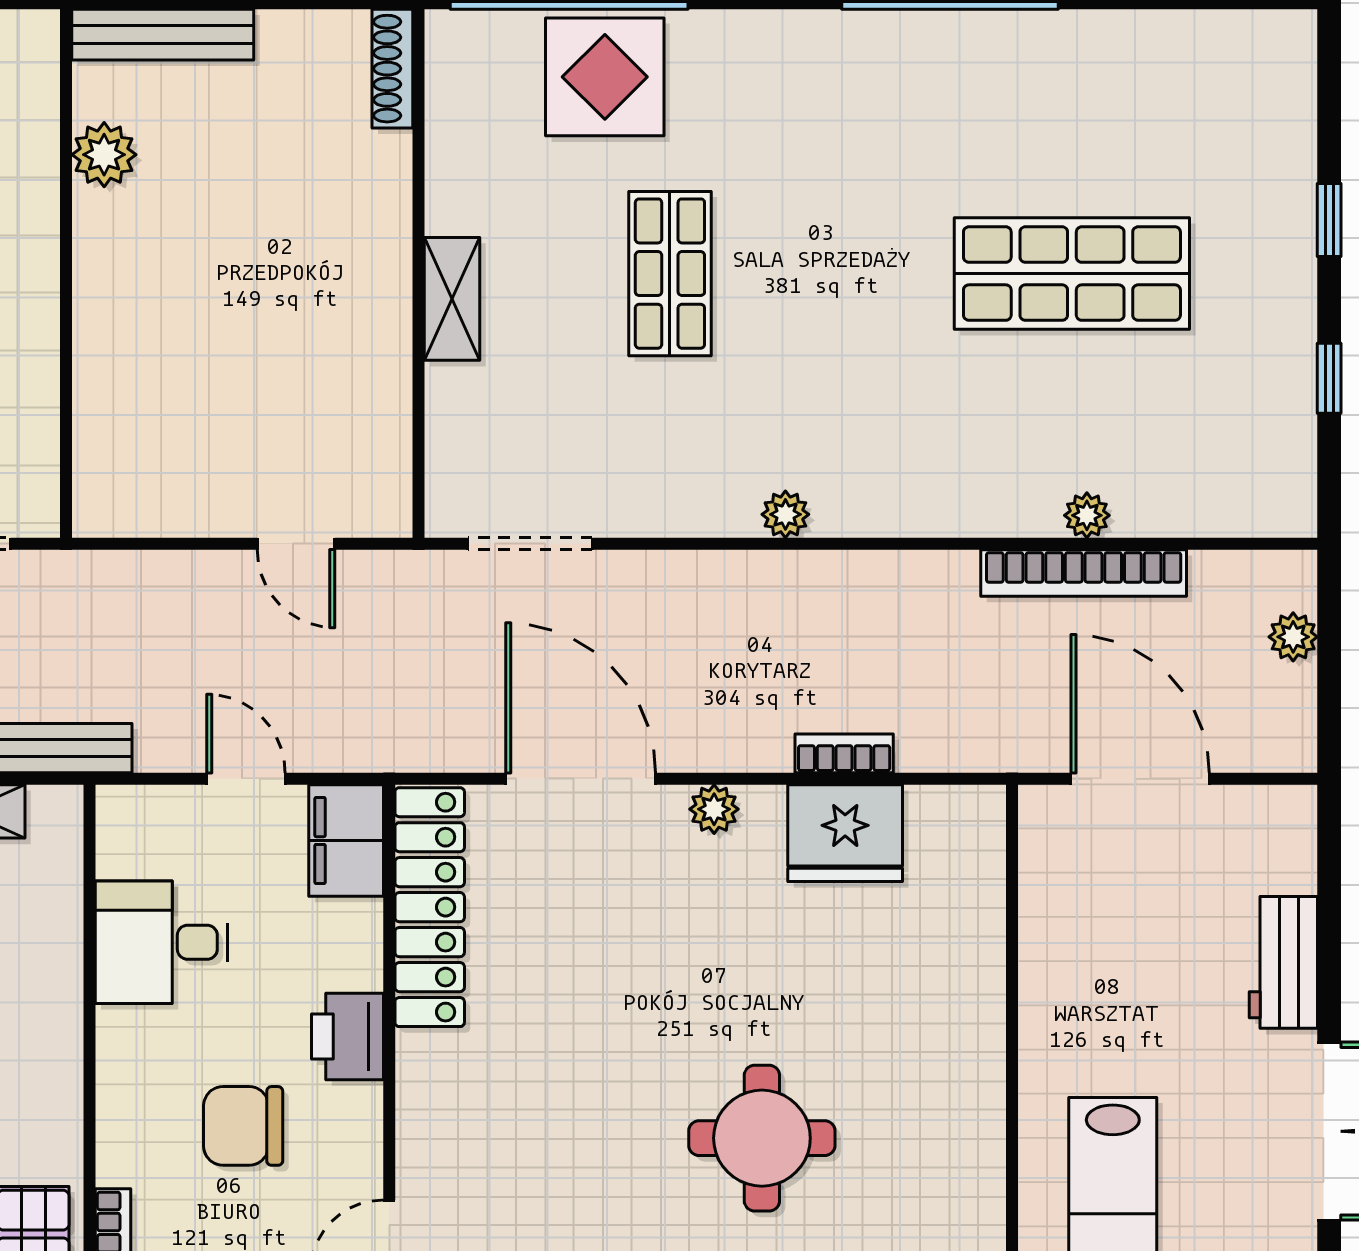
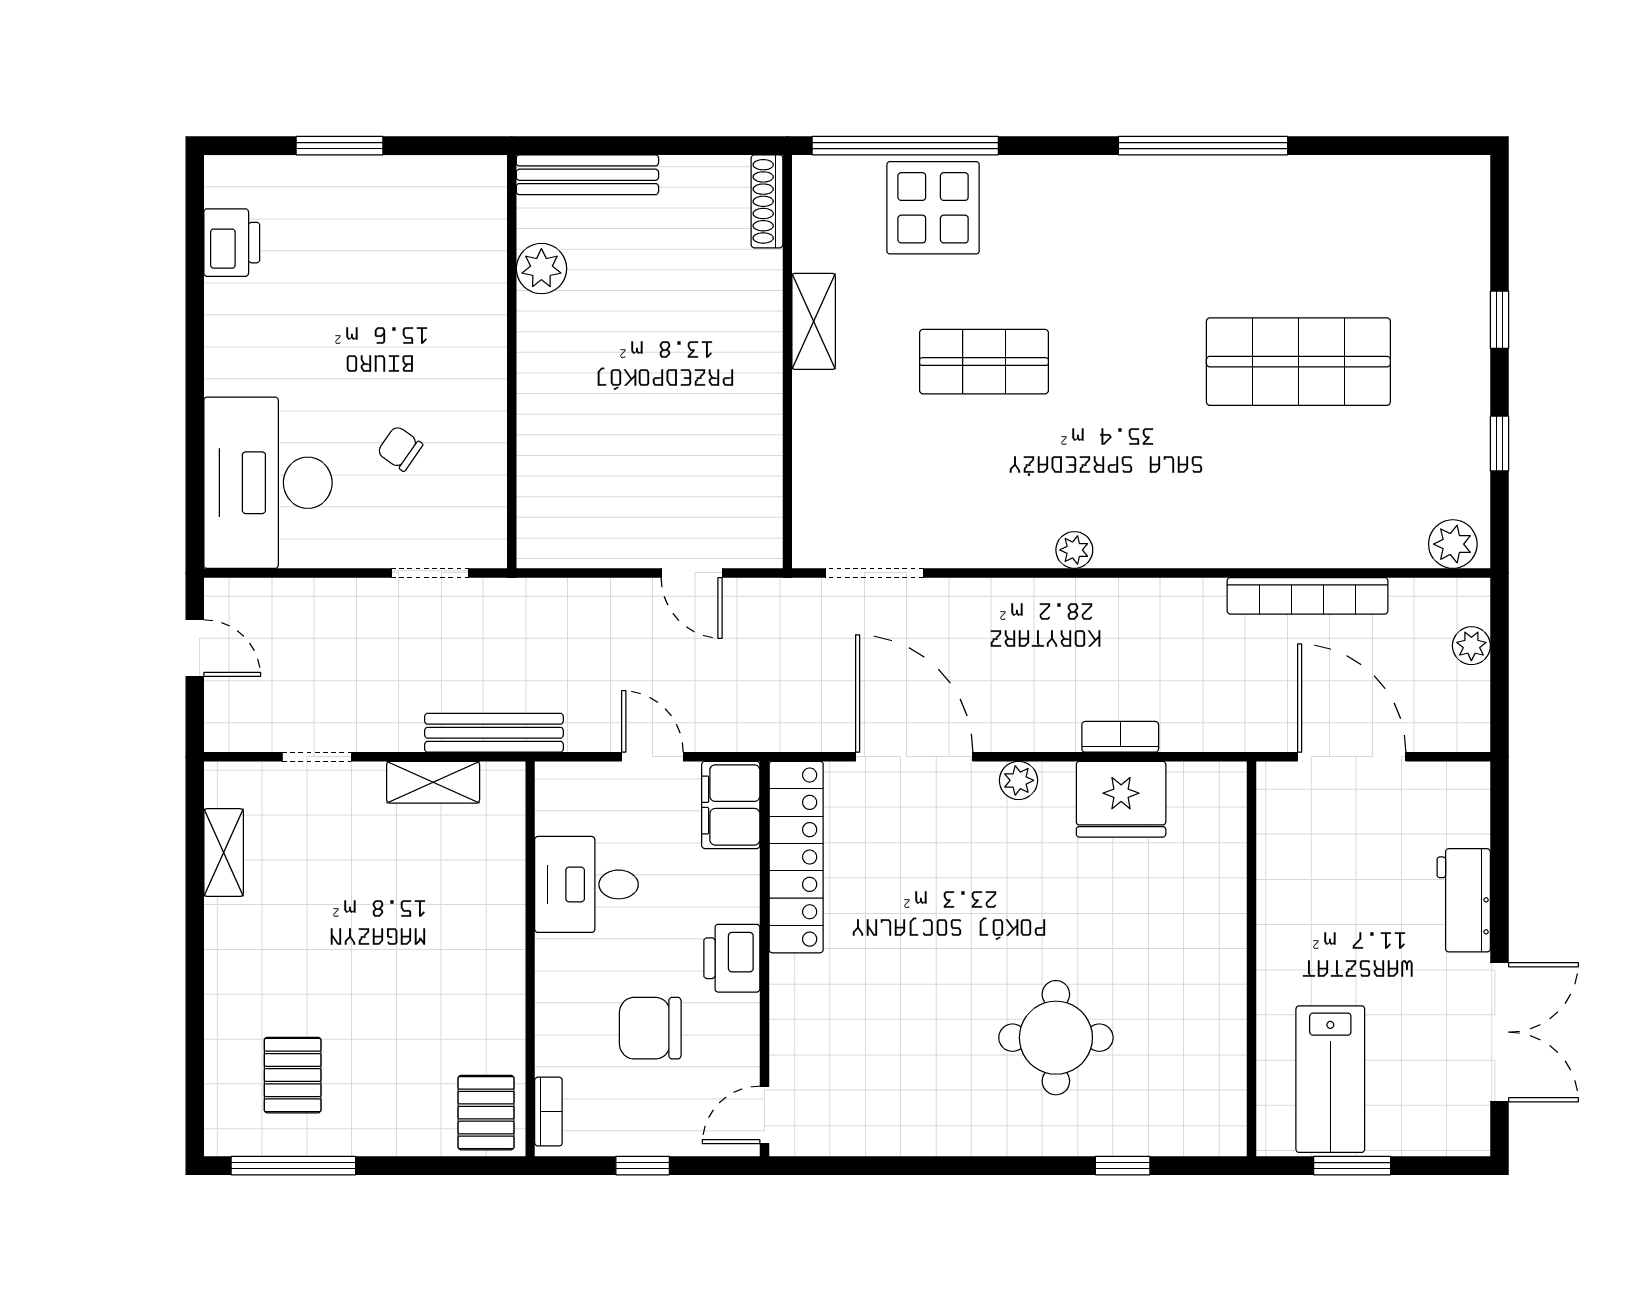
shop shelf: (670, 274) -> (984, 362), turned 90
shelving: (452, 299) -> (814, 321), moved
plant: (1087, 515) -> (1453, 544), moved, width x1.38, depth x1.38

